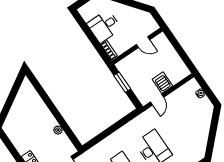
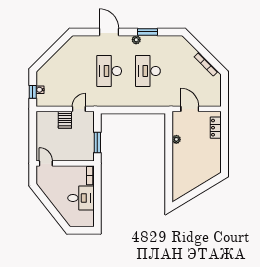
door: (143, 42) -> (46, 163), moved
window: (205, 87) -> (33, 92), added

